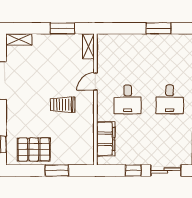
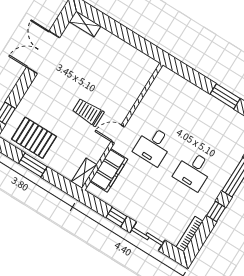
window: (62, 28) -> (133, 39), removed
shelving: (88, 46) -> (84, 173), moved
door: (95, 81) -> (118, 134), moved
window: (57, 171) -> (33, 165), moved

